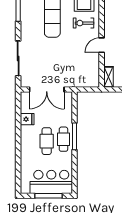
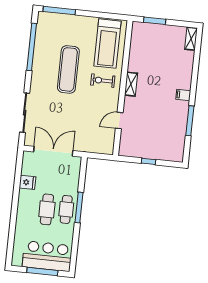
door: (102, 45) -> (119, 120), moved
shelving: (108, 77) -> (131, 84), moved
double door: (47, 90) -> (53, 151), swing flipped

